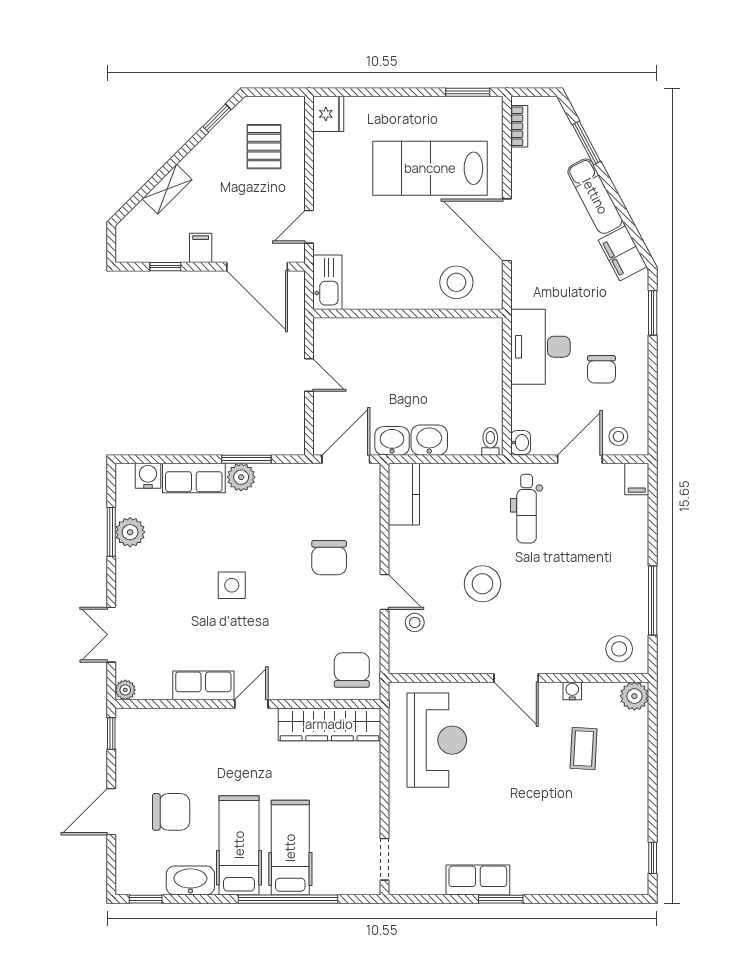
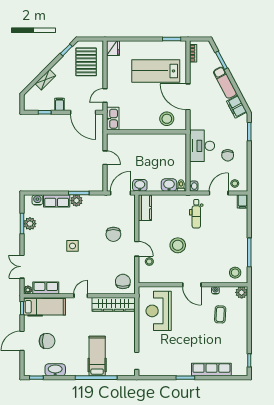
pallet: (264, 147) -> (86, 62), width x1.50, depth x1.42
washbasin: (429, 440) -> (169, 185), moved
row of seats: (203, 685) -> (46, 288), moved
reception desk: (437, 740) -> (159, 311), turned 180
hospital bed: (239, 845) -> (45, 307), moved, turned 90
row of seats: (478, 880) -> (211, 370), moved, width x1.48

